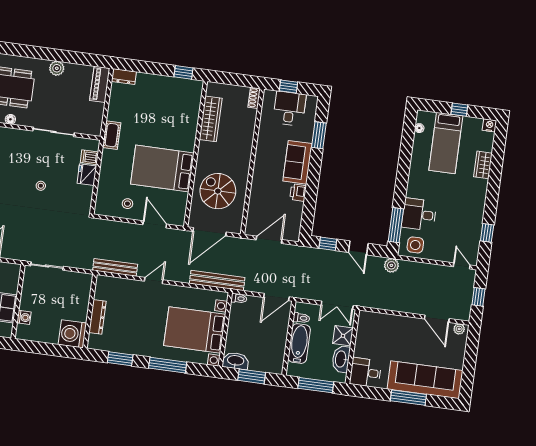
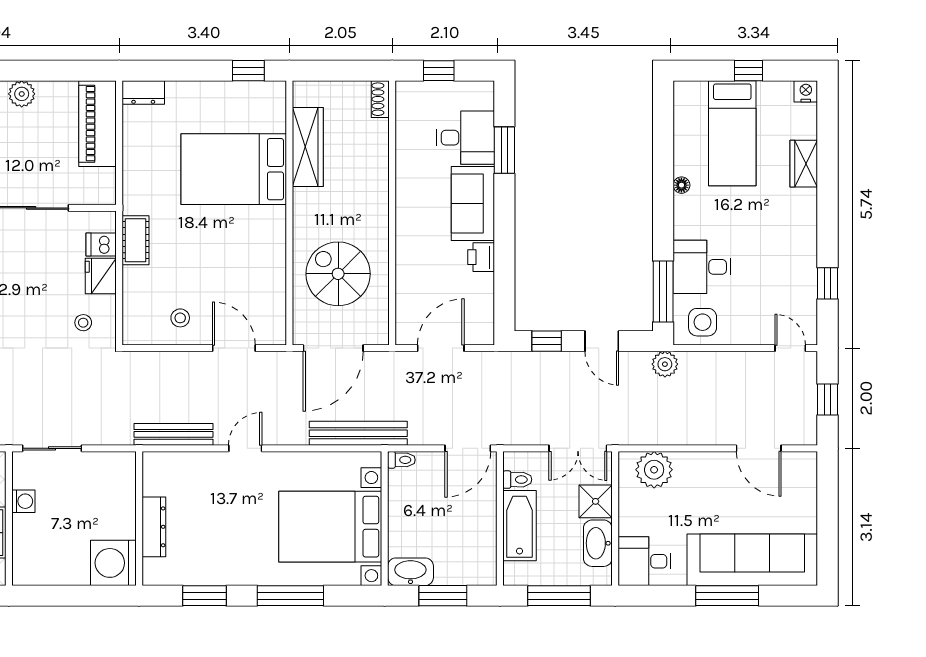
piano: (100, 84) -> (98, 124), width x1.37, depth x1.33
desk: (289, 109) -> (466, 138), moved, turned 90
floor lamp: (419, 128) -> (681, 185), moved
cot: (112, 135) -> (136, 240), moved
bed: (162, 168) -> (234, 169), moved
stool: (41, 186) -> (83, 323), moved
washing machine: (24, 317) -> (23, 501), moved
plant: (459, 329) -> (654, 470), moved, width x1.88, depth x1.88

